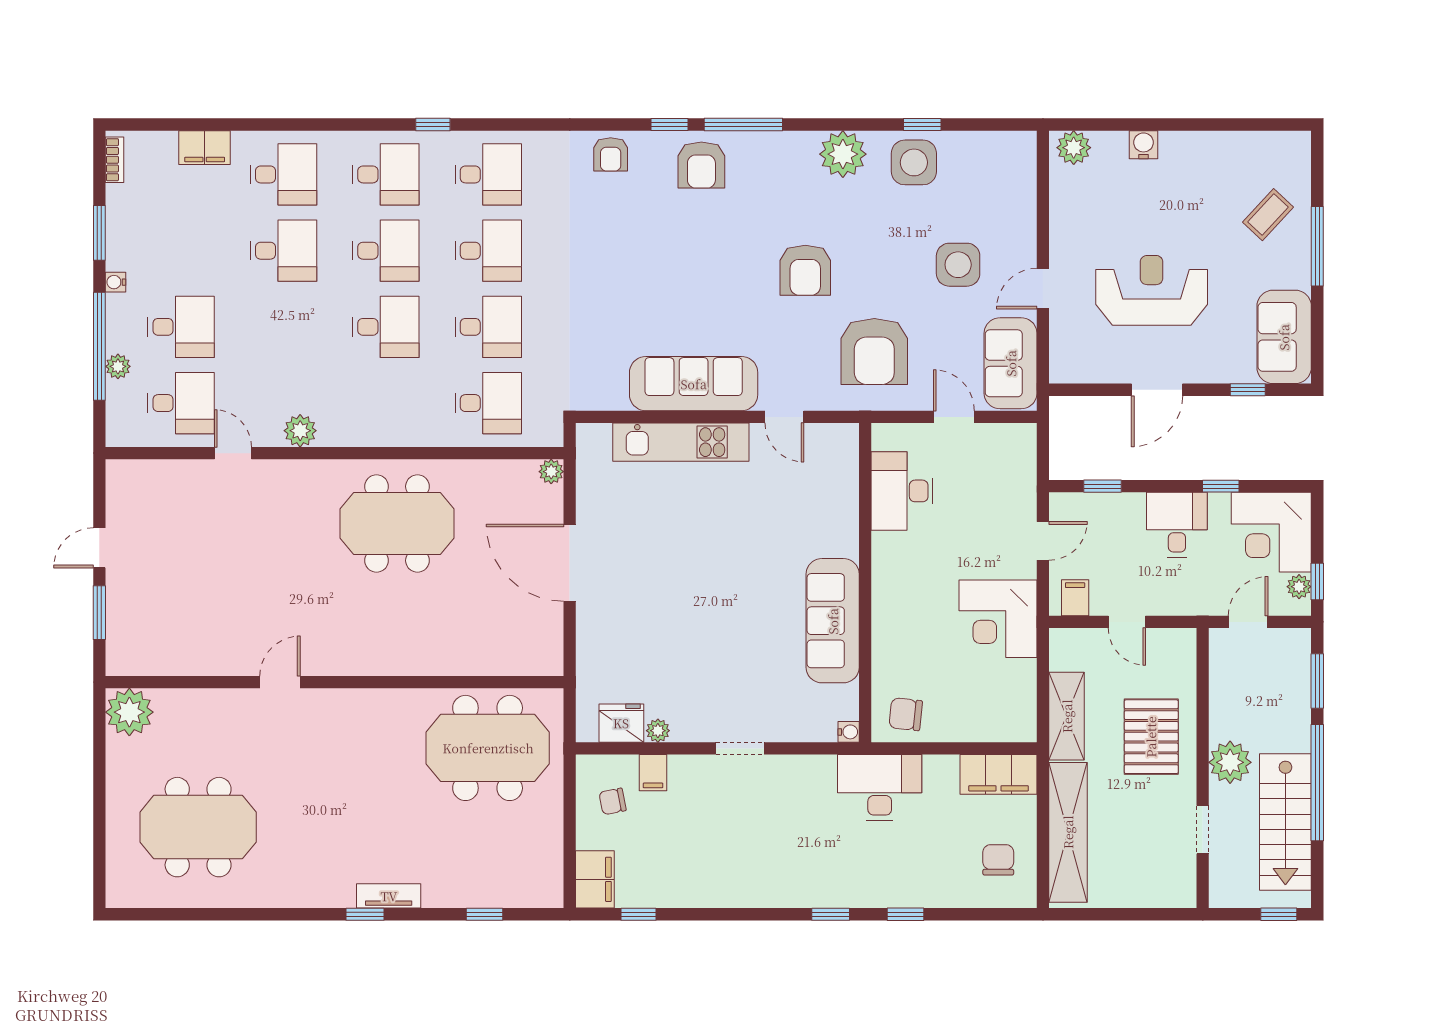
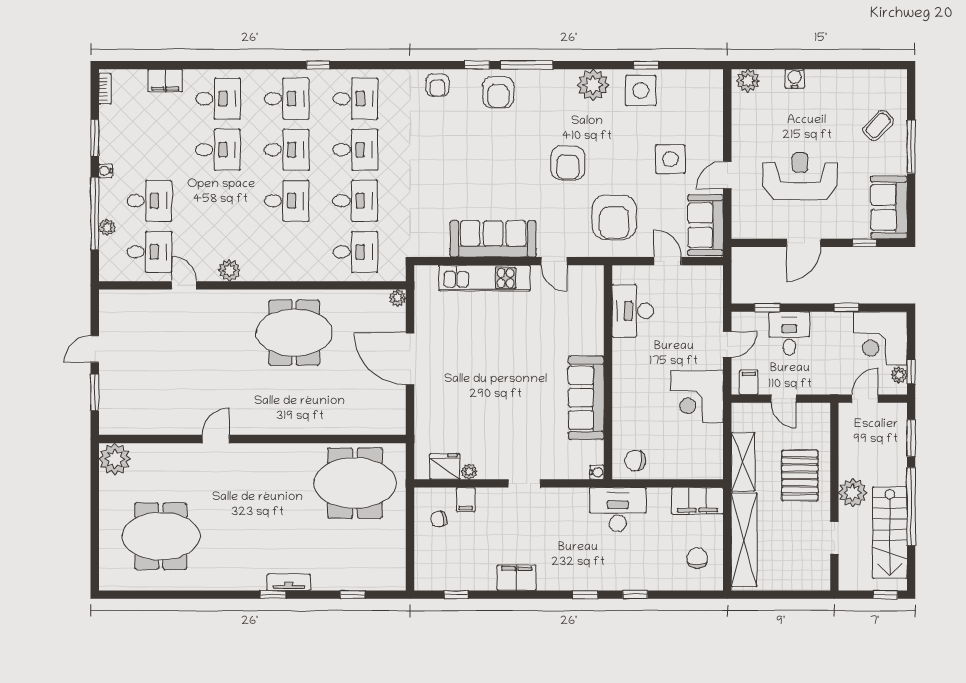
desk: (1177, 525) -> (789, 333), moved
filing cabinet: (595, 879) -> (517, 578), moved, turned -90

